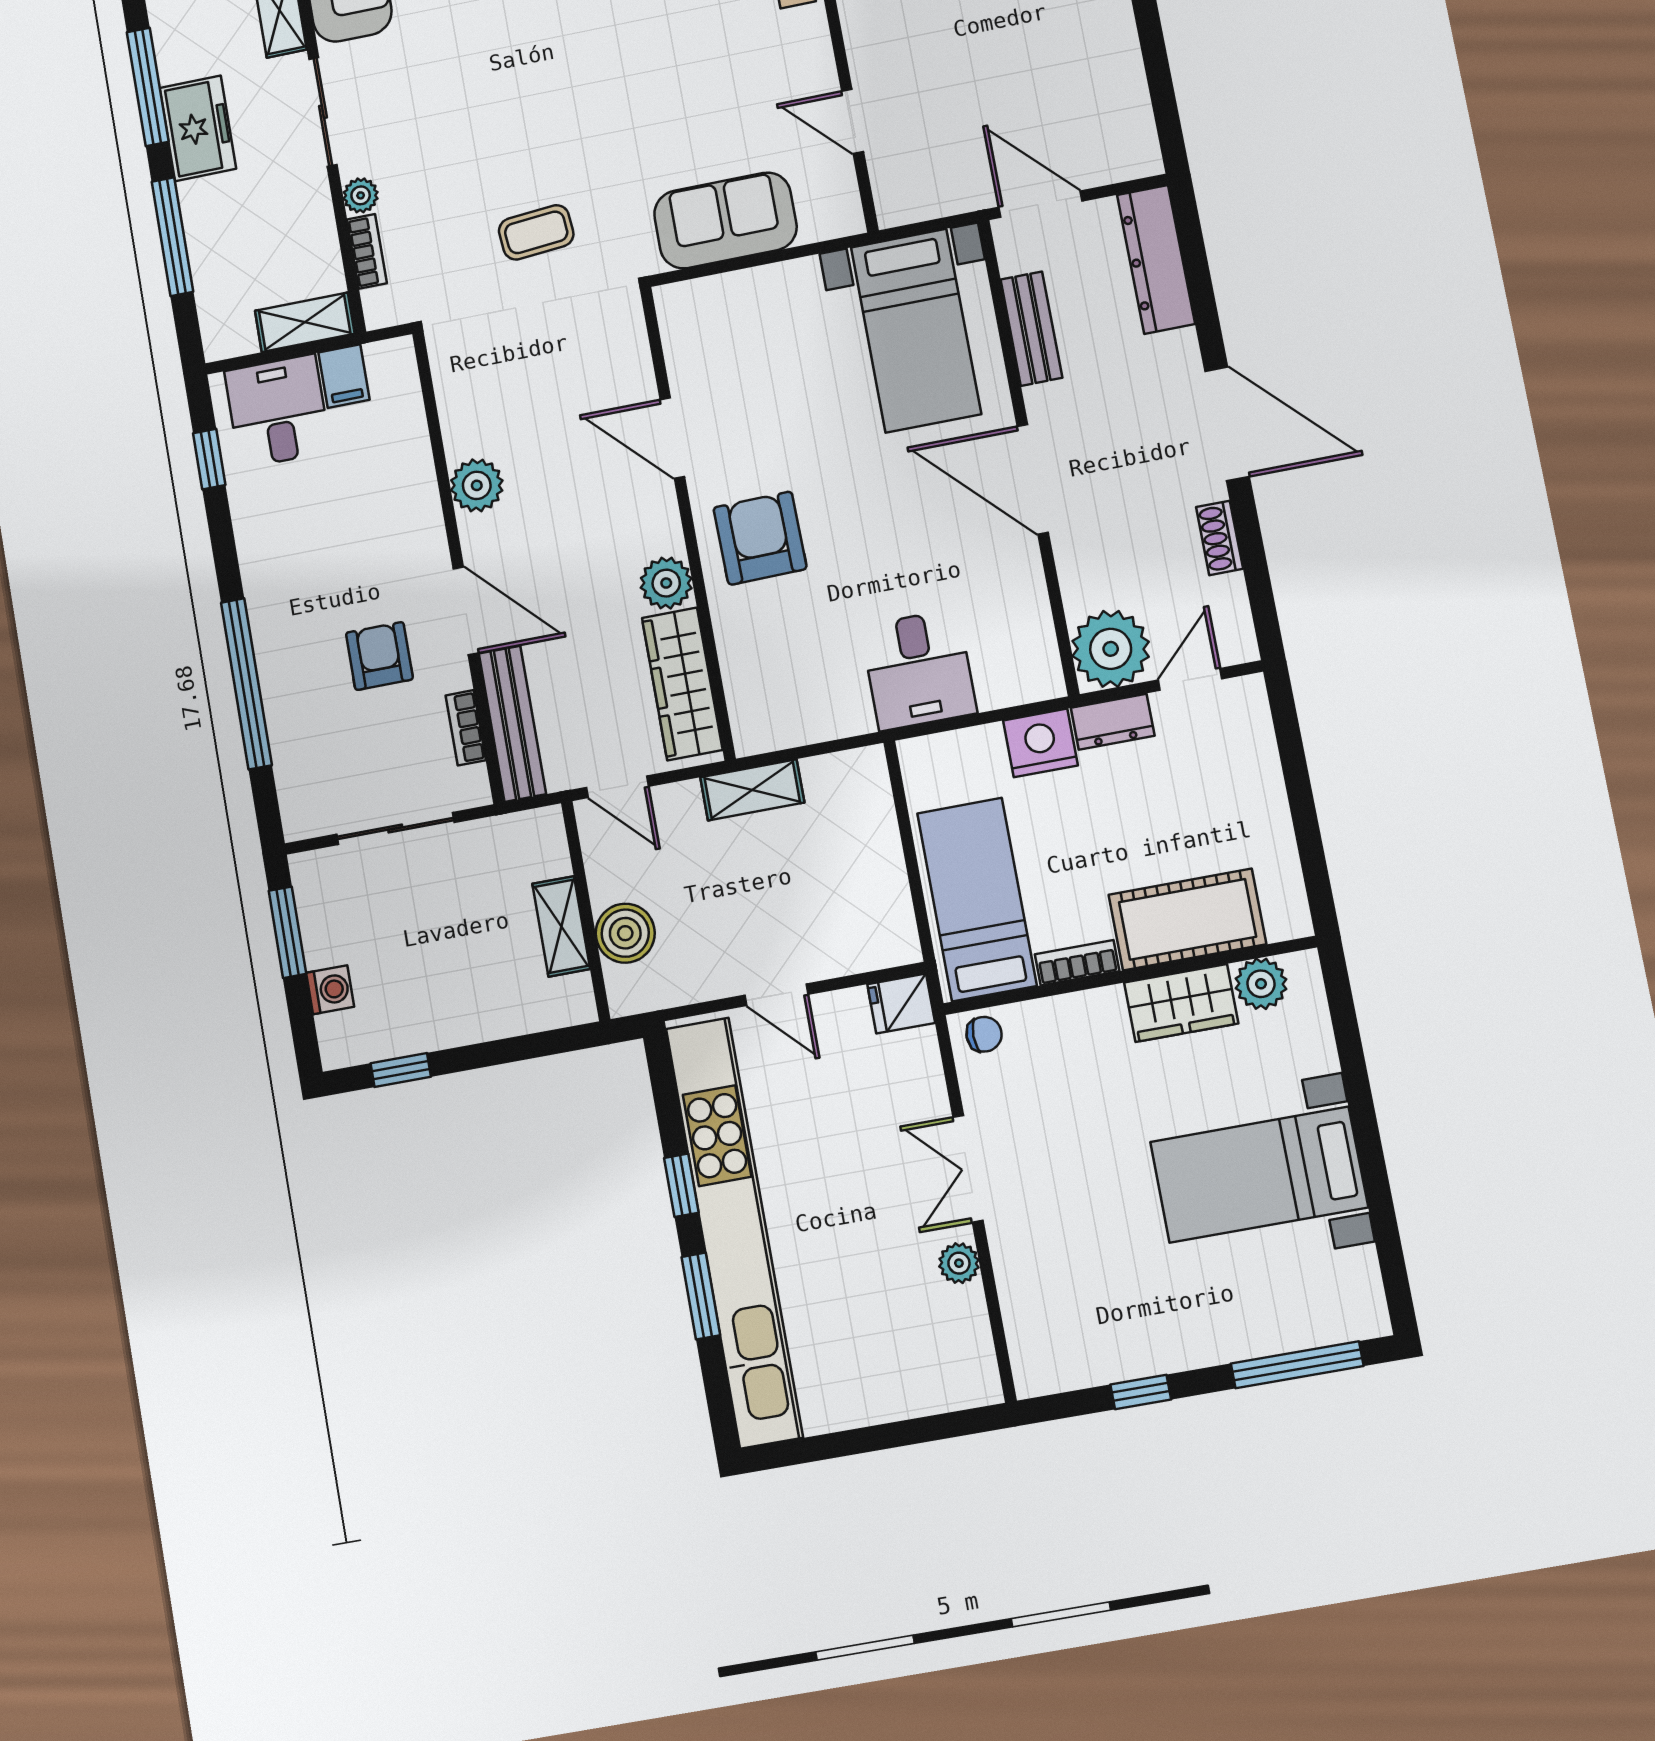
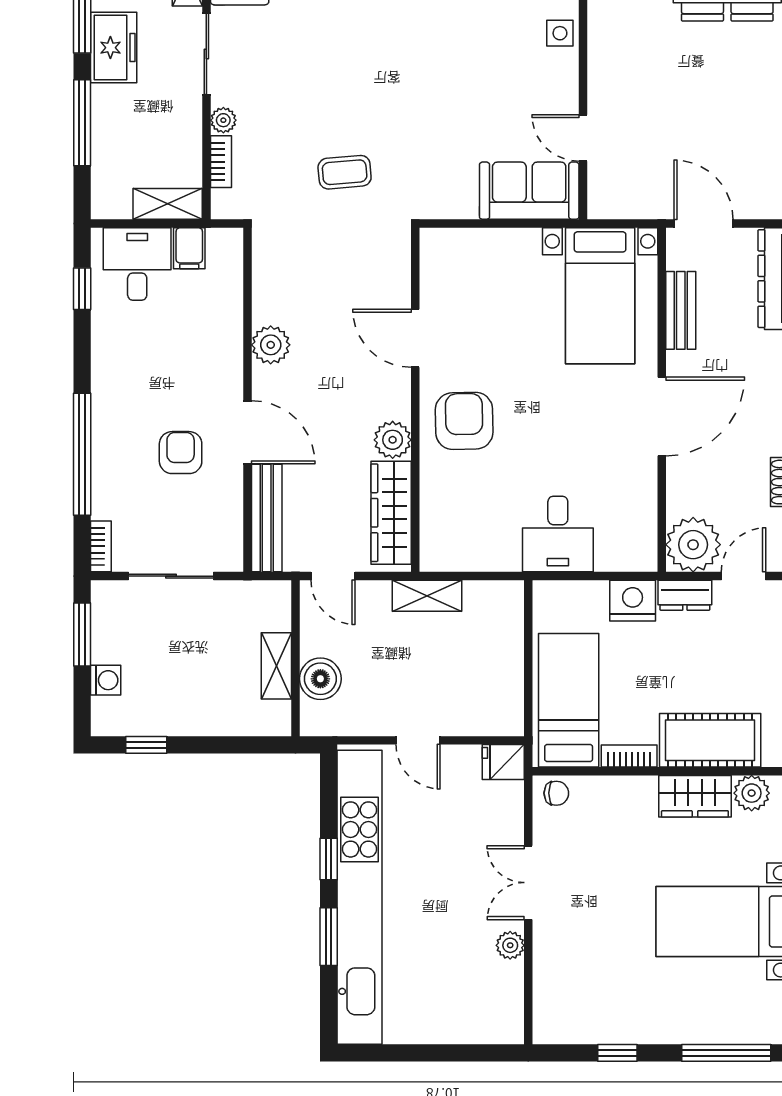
sofa: (725, 220) -> (529, 191), moved
door: (1033, 479) -> (662, 416), swing flipped
bookcase: (466, 728) -> (101, 546), moved, turned 180

